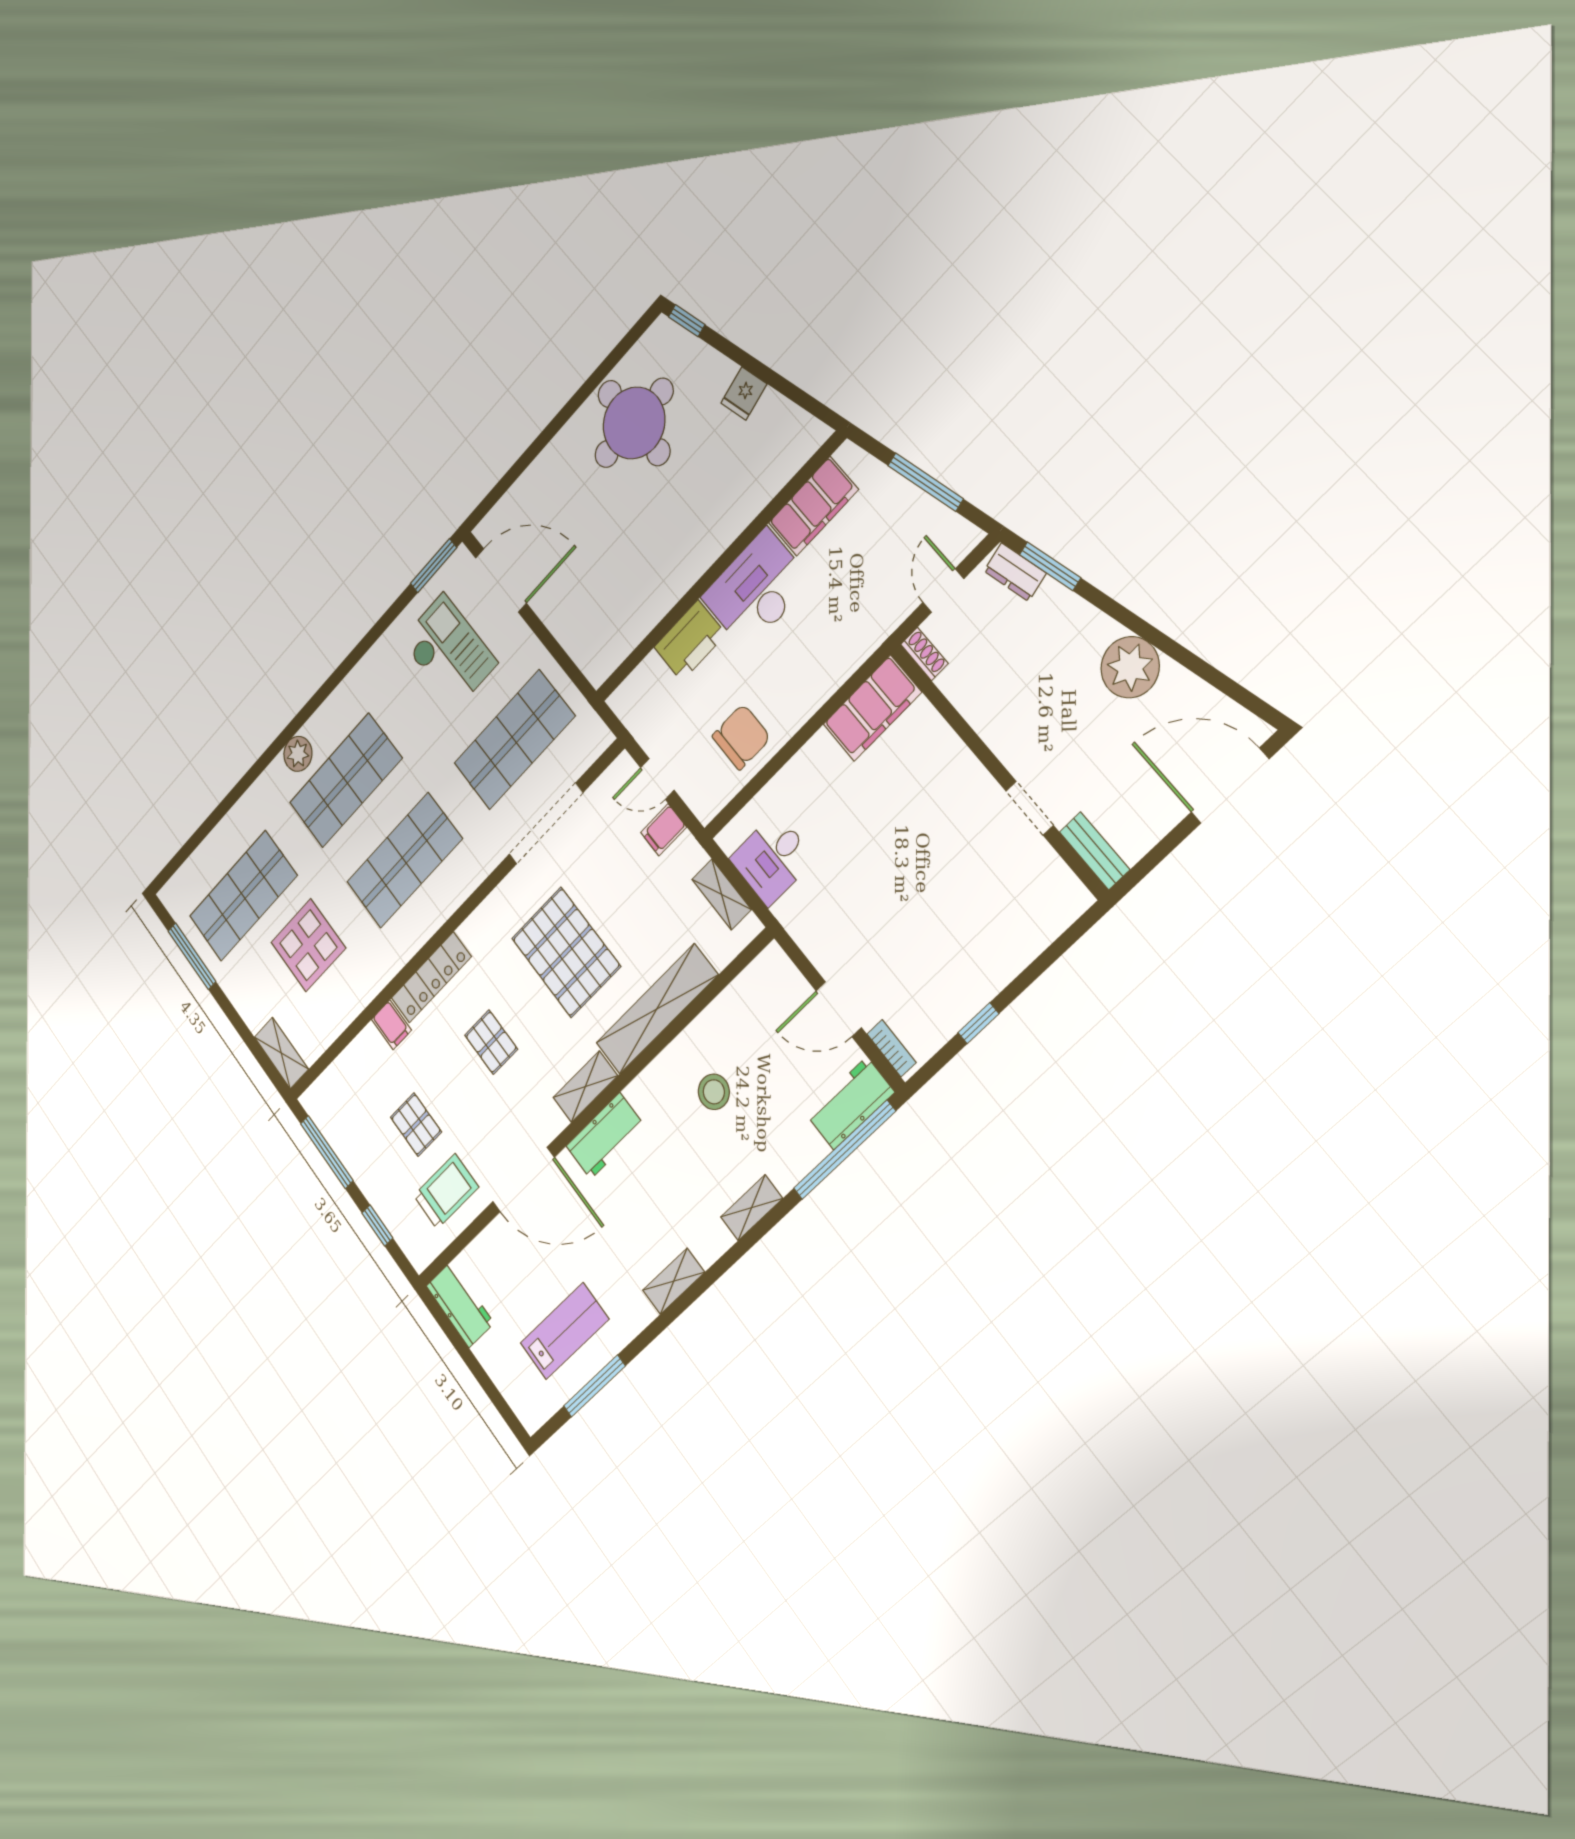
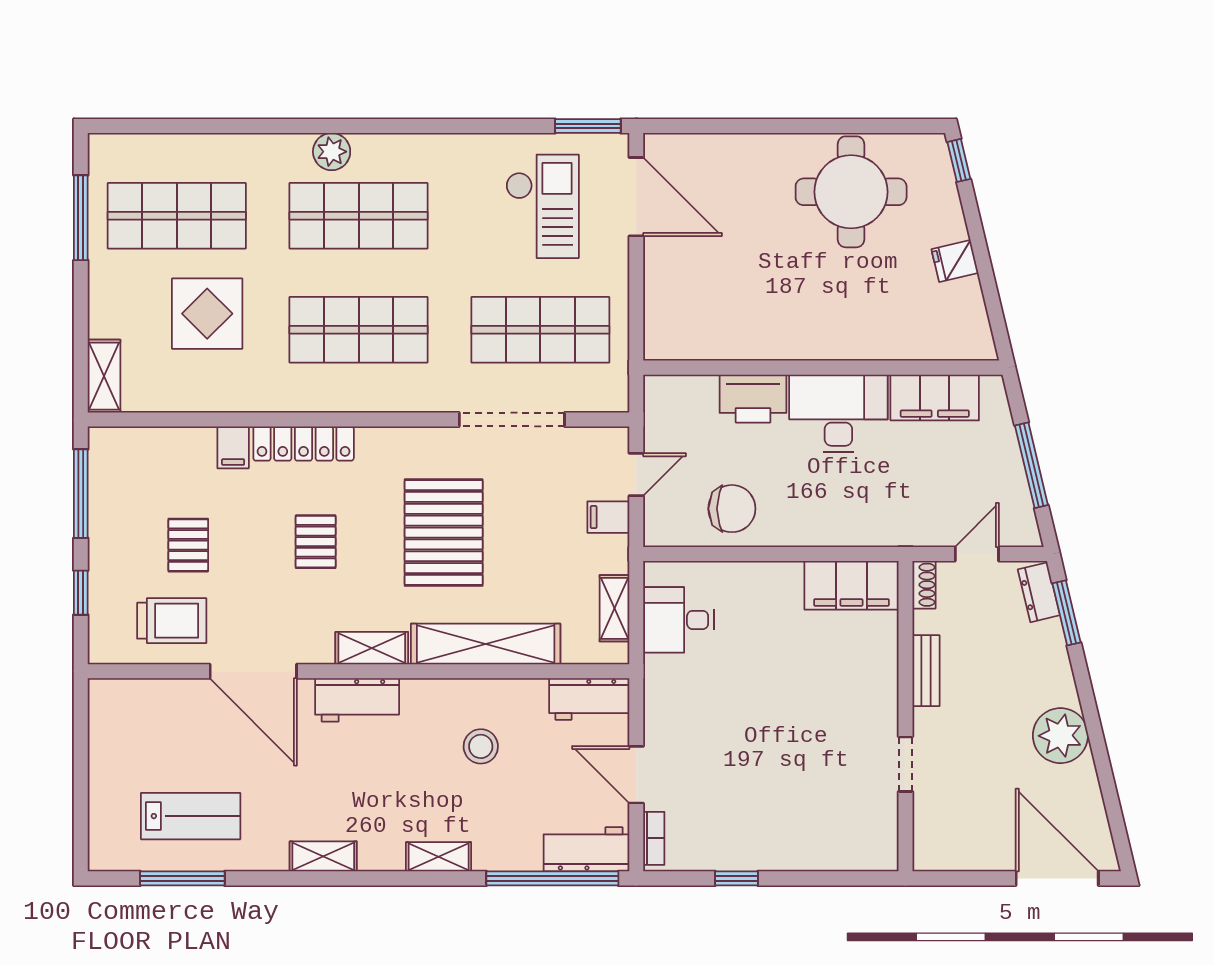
door: (657, 779) -> (636, 475), swing flipped
bench: (1095, 851) -> (926, 671), moved
workbench: (460, 1304) -> (589, 699), moved, turned 90

